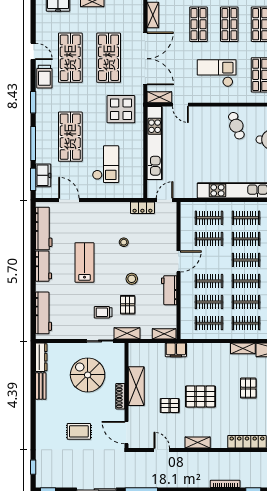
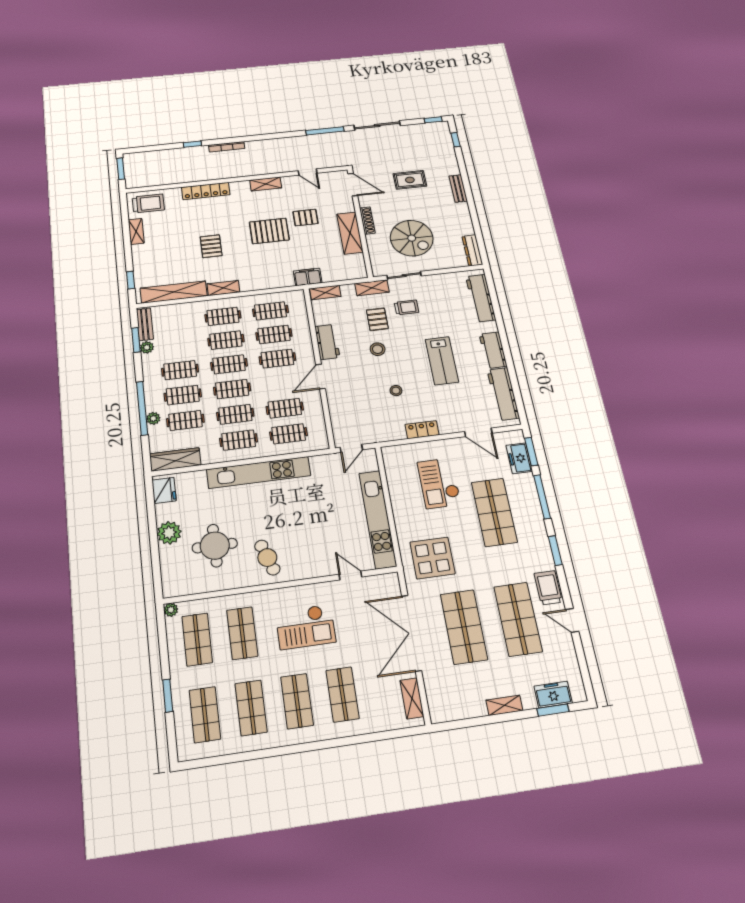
shelving: (159, 97) -> (382, 582), removed
locker: (142, 208) -> (422, 430), moved
bench: (41, 386) -> (458, 188), moved

